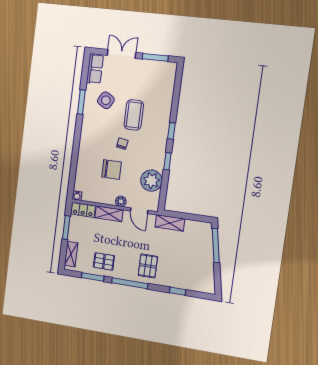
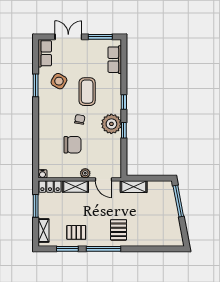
row of seats: (168, 84) -> (115, 60), added
plant: (151, 181) -> (111, 124), moved
window: (178, 291) -> (149, 249), removed

